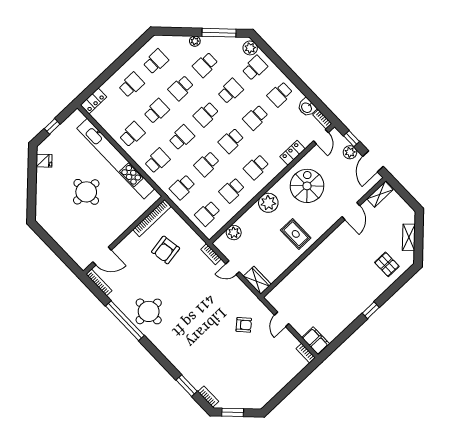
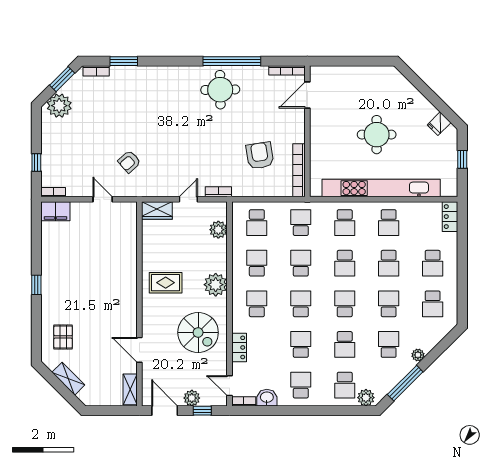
school desk: (207, 213) -> (257, 223), turned 180
pallet: (387, 264) -> (63, 337), turned 90
window: (297, 380) -> (36, 162), added
plant: (250, 399) -> (59, 106), added

